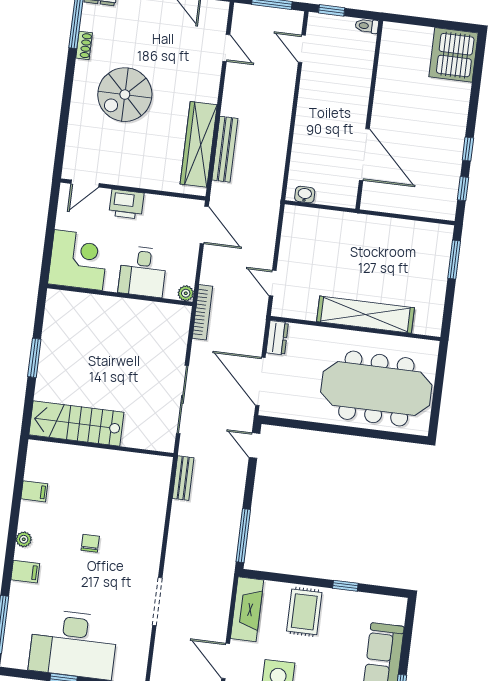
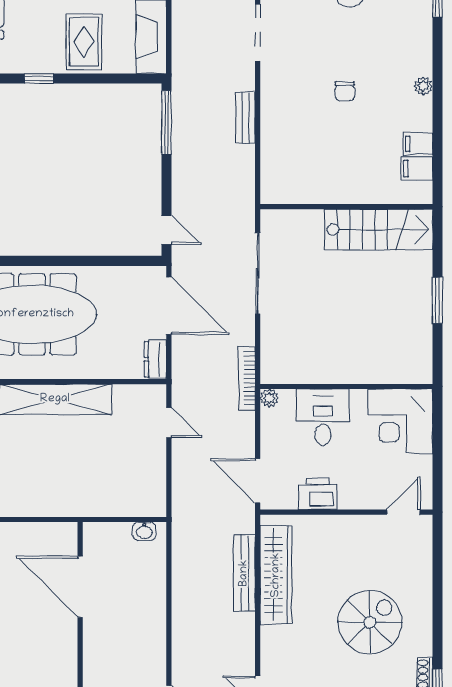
printer: (126, 204) -> (318, 494), moved
bench: (183, 478) -> (245, 117), moved
filing cabinet: (25, 572) -> (417, 169), moved

